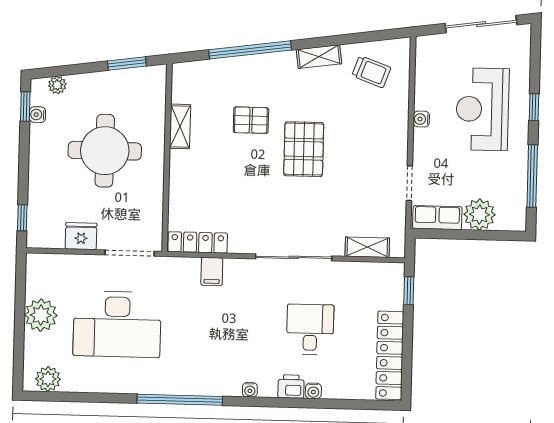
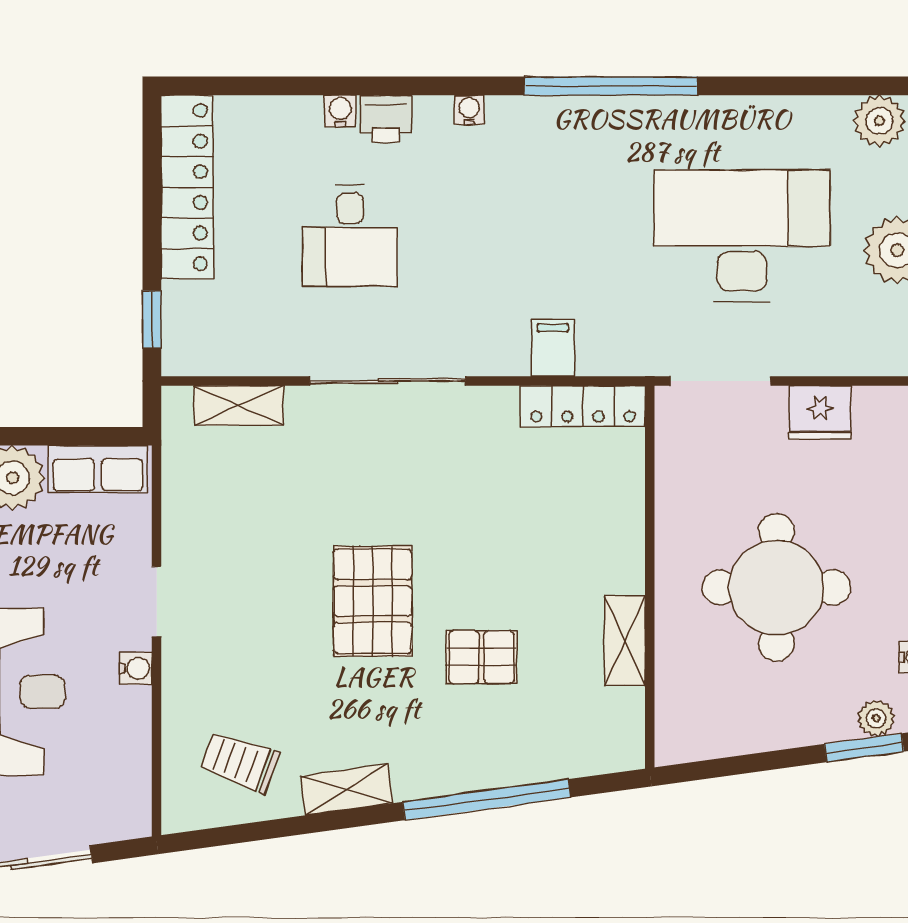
window: (127, 64) -> (864, 748), moved
doorway: (409, 183) -> (157, 602), moved

